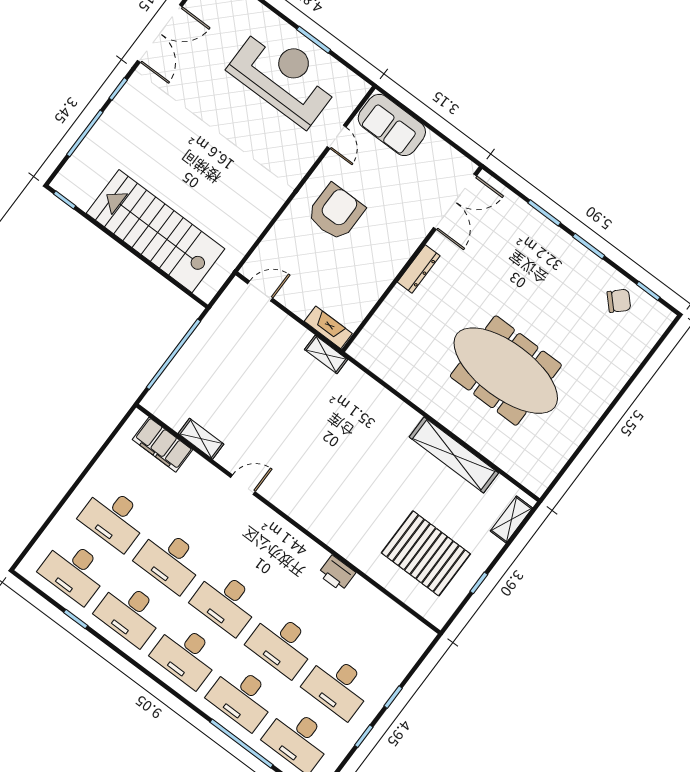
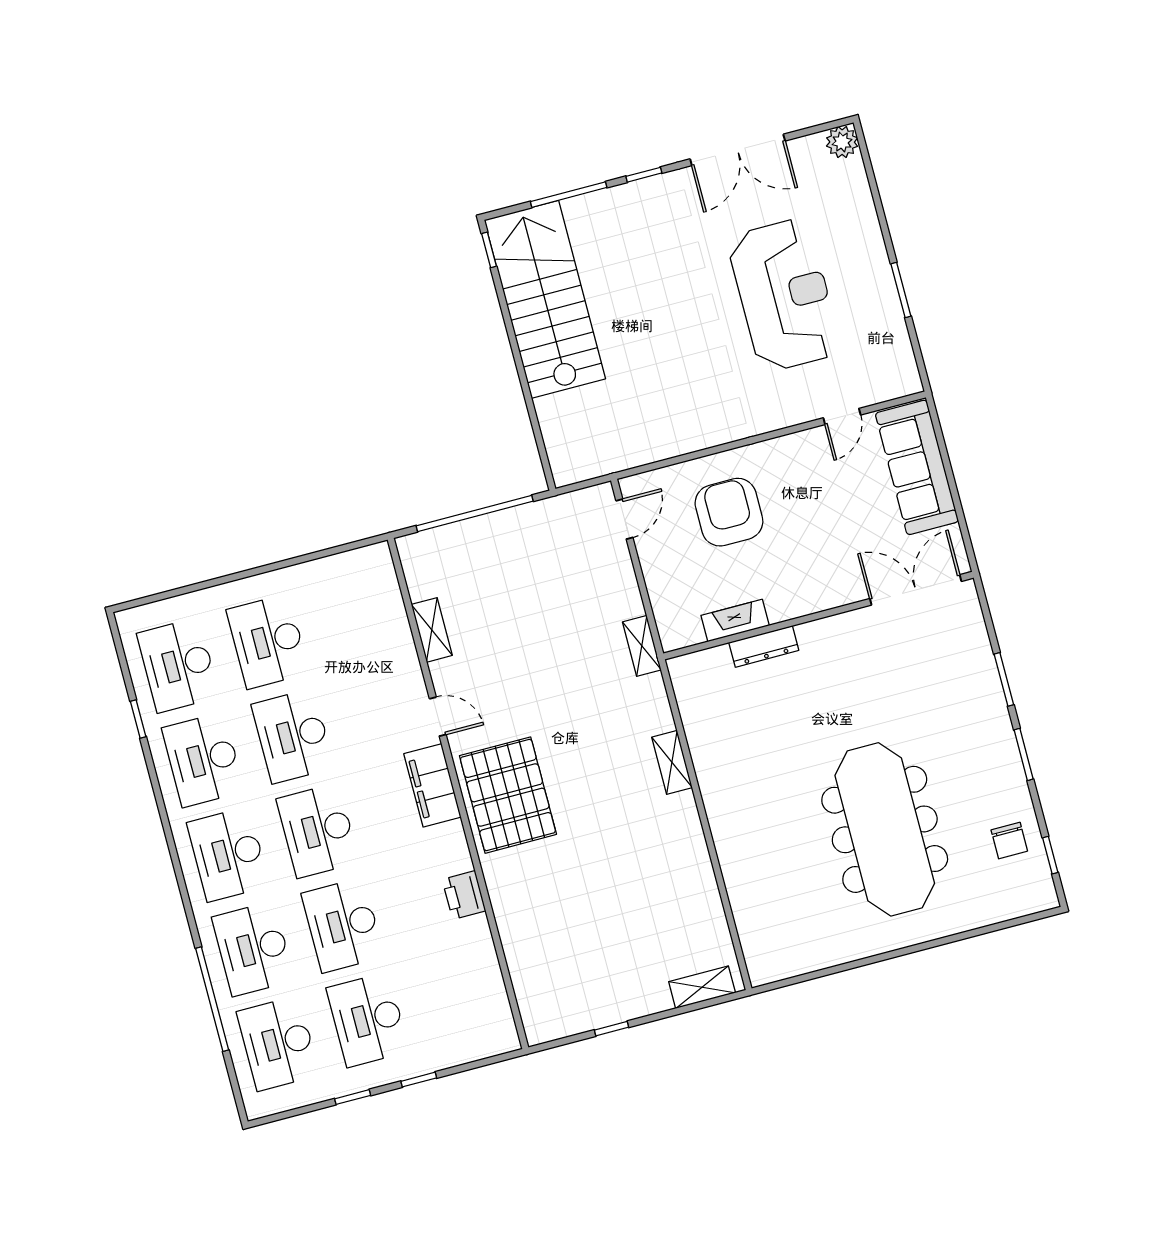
reception desk: (284, 76) -> (784, 295), moved
sofa: (392, 125) -> (917, 467), width x1.36
double door: (455, 202) -> (916, 590), swing flipped
armchair: (336, 212) -> (729, 512), moved, turned -90
stairs: (156, 231) -> (545, 299), moved
dresser: (419, 269) -> (764, 646), moved
door: (260, 291) -> (624, 519), hinge flipped
chair: (619, 301) -> (1009, 841), turned 44
fireplace: (328, 327) -> (735, 620), moved, turned -90
meeting table: (506, 371) -> (885, 829), moved
filing cabinet: (162, 445) -> (432, 785), moved
shelving: (454, 455) -> (672, 762), moved, width x0.45, depth x0.75
pallet: (426, 553) -> (508, 795), moved

